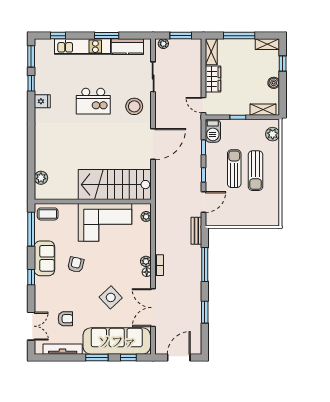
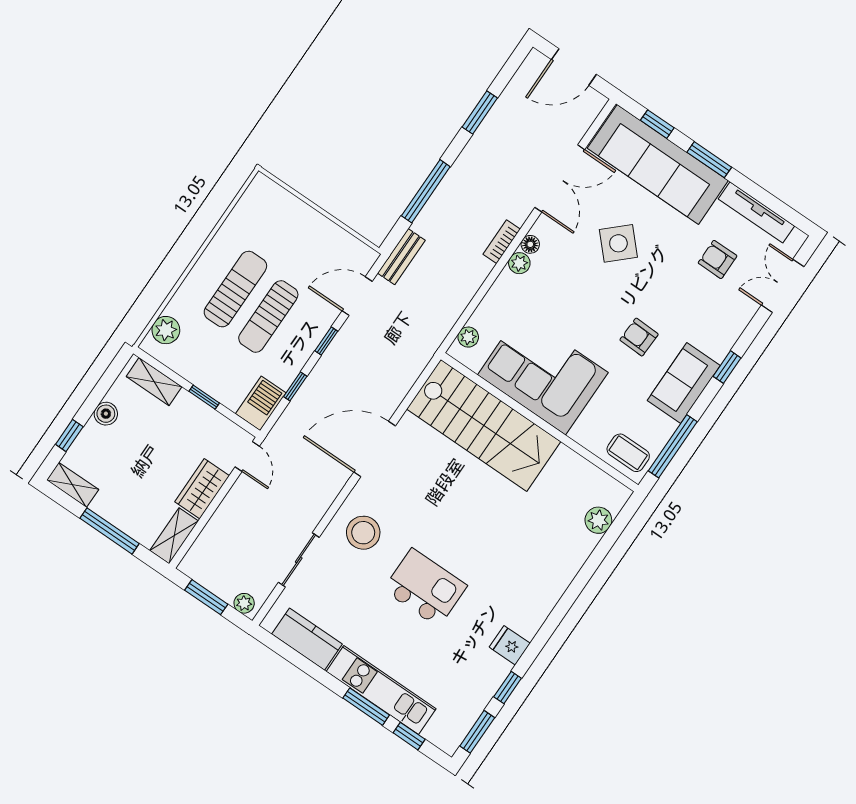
window: (107, 36) -> (366, 707), moved
armchair: (76, 265) -> (639, 337), turned 79

